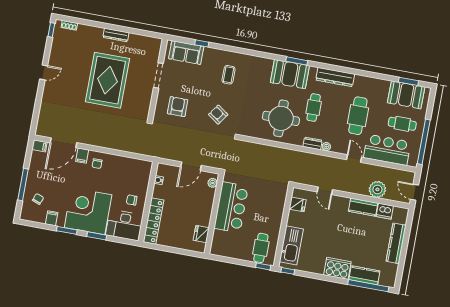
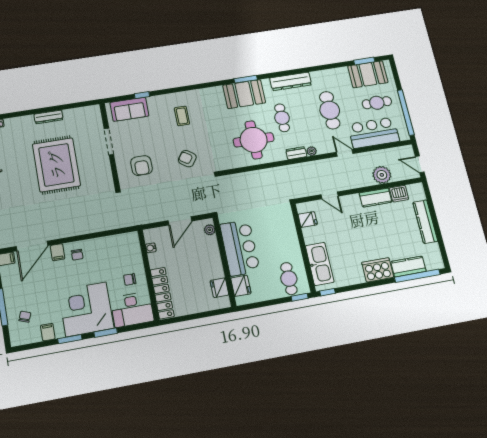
armchair: (178, 107) -> (142, 166), turned 180
fridge: (219, 239) -> (241, 286), added

